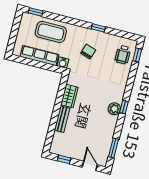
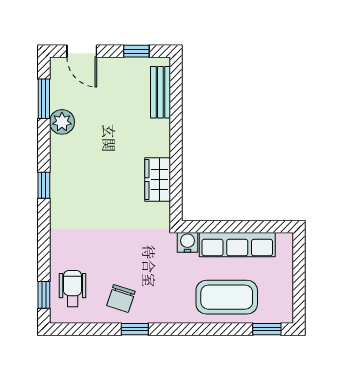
chair: (88, 52) -> (121, 298), moved
plant: (114, 109) -> (62, 122), moved
bench: (62, 119) -> (160, 92), moved

